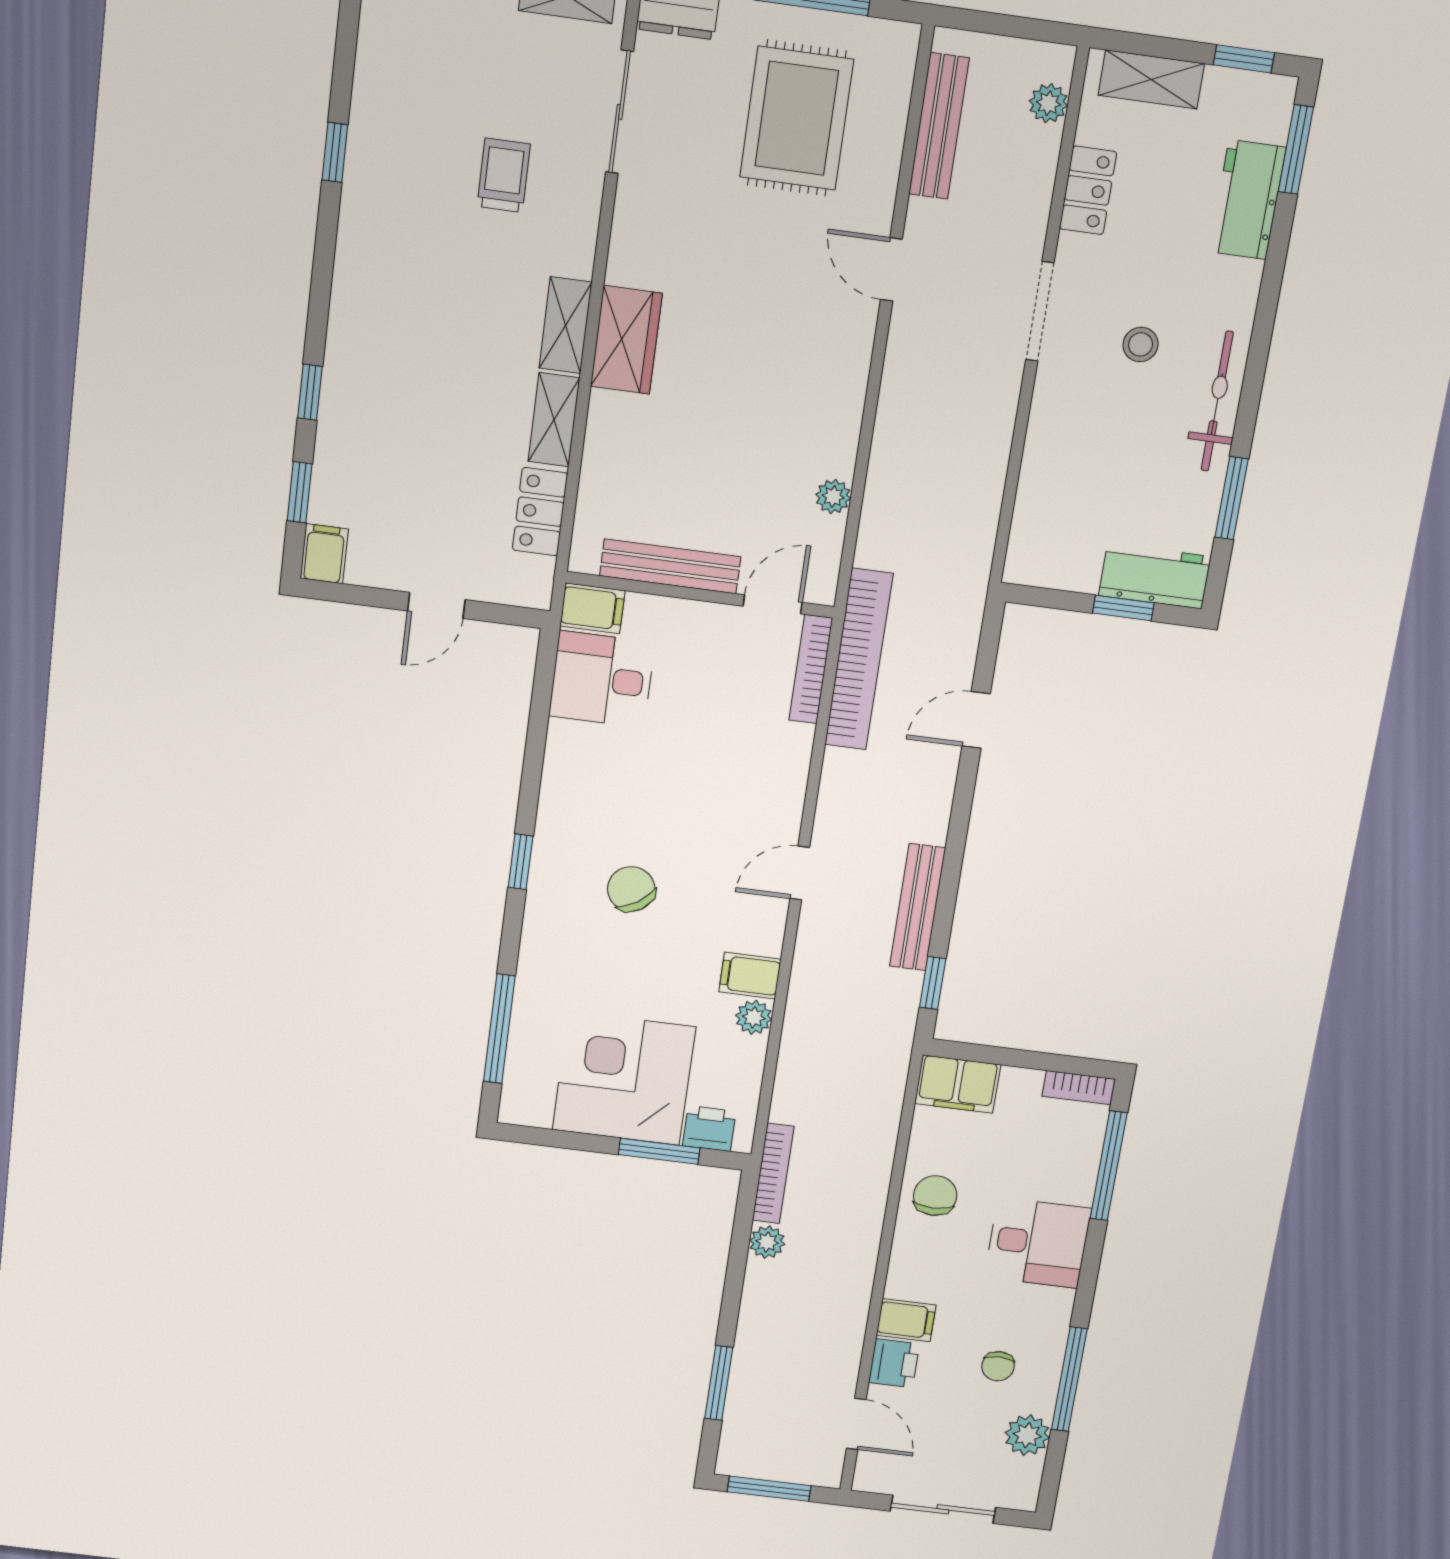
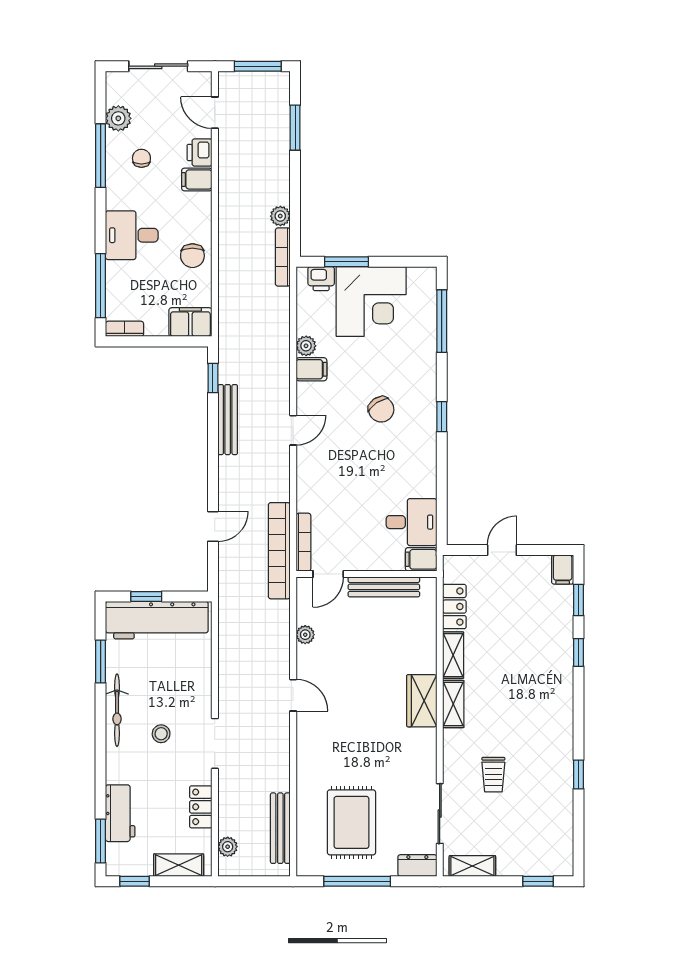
door: (891, 269) -> (293, 695), moved
workbench: (1155, 576) -> (157, 620), width x1.88, depth x1.32

